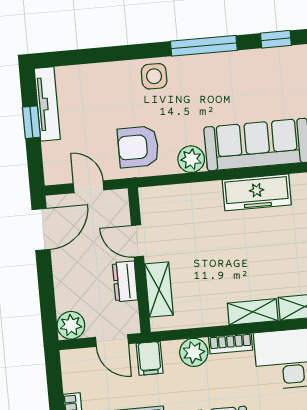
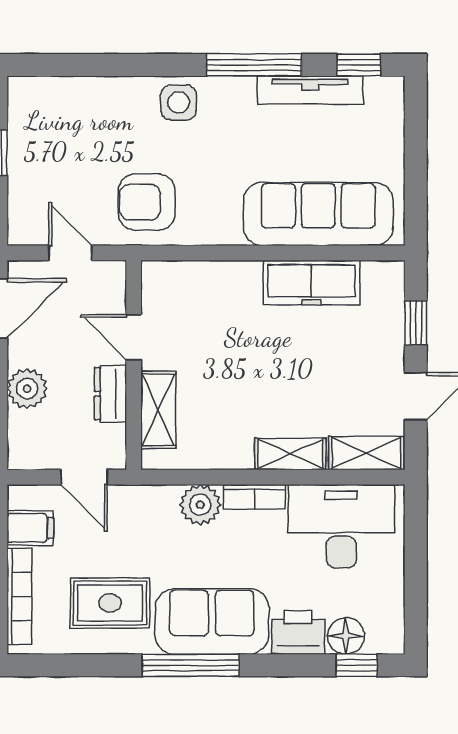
tv unit: (47, 104) -> (310, 90), moved, turned 90
plant: (191, 159) -> (221, 227), removed
plant: (71, 325) -> (27, 389), moved
filing cabinet: (150, 358) -> (30, 528), moved, turned -90

